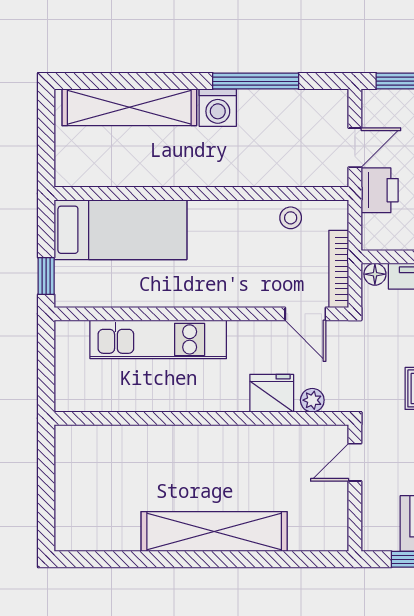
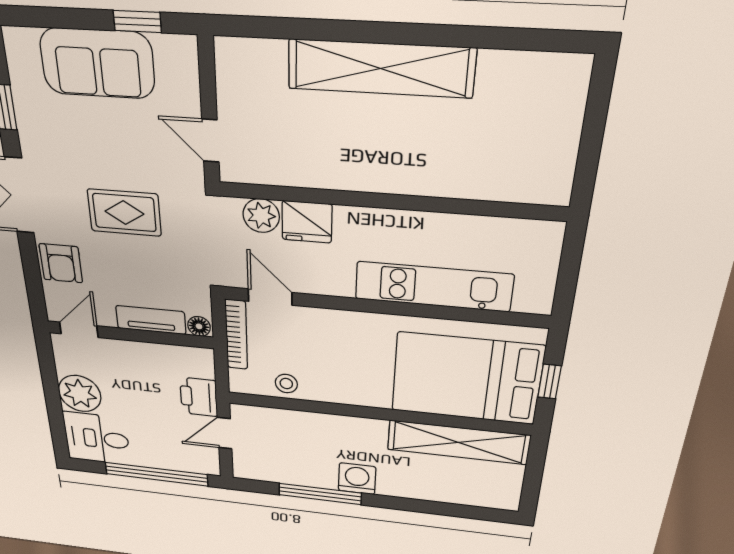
shelving: (129, 107) -> (458, 442), moved
bed: (120, 230) -> (466, 379), width x1.50
window: (46, 276) -> (550, 382), moved
plant: (312, 400) -> (261, 216), width x1.38, depth x1.38
door: (355, 462) -> (210, 141), swing flipped

